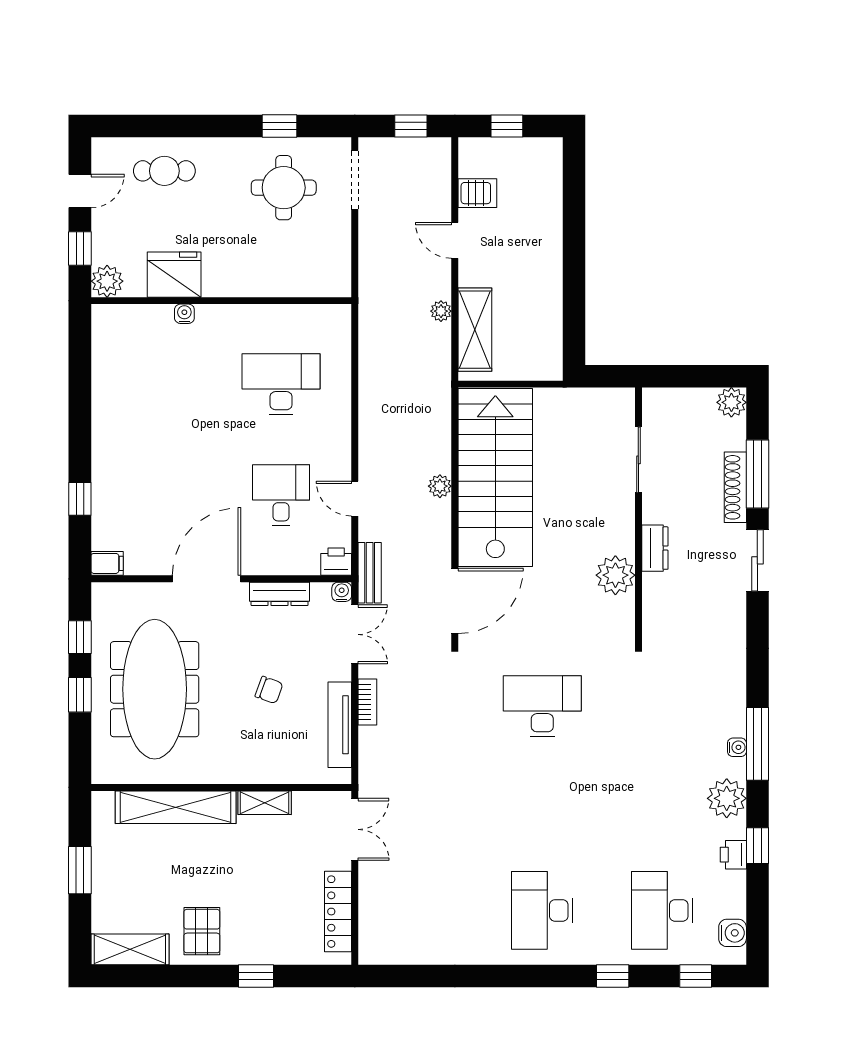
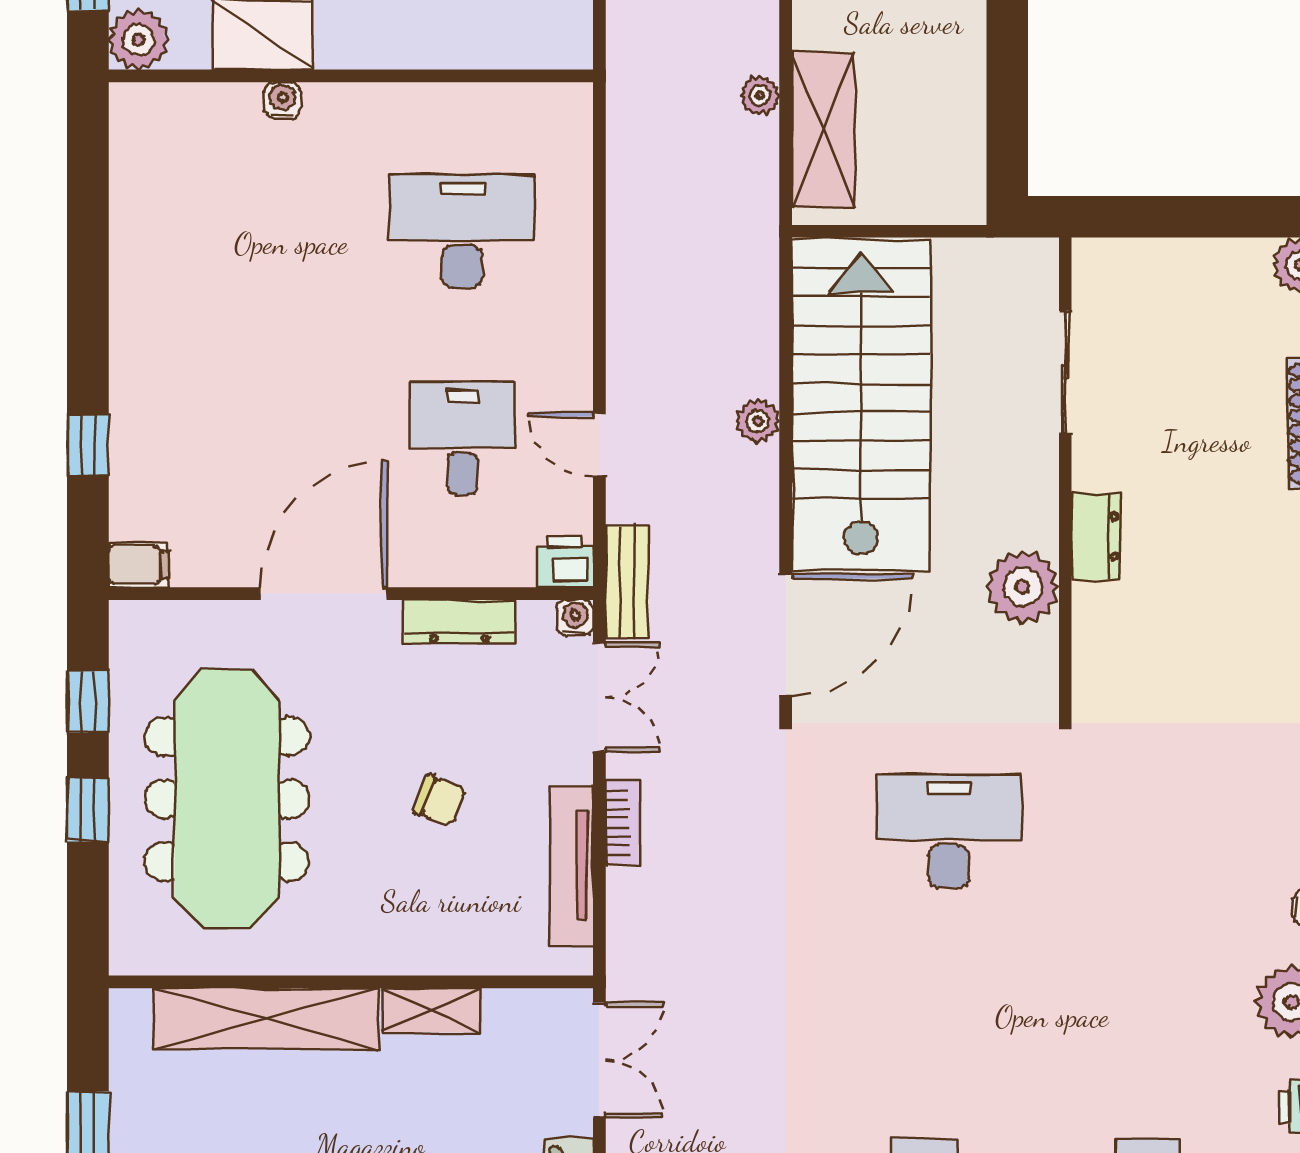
sliding door: (638, 460) -> (1065, 372), moved
wall: (638, 516) -> (1065, 477), moved
dresser: (655, 548) -> (1096, 536), moved
plant: (615, 575) -> (1022, 587), moved

